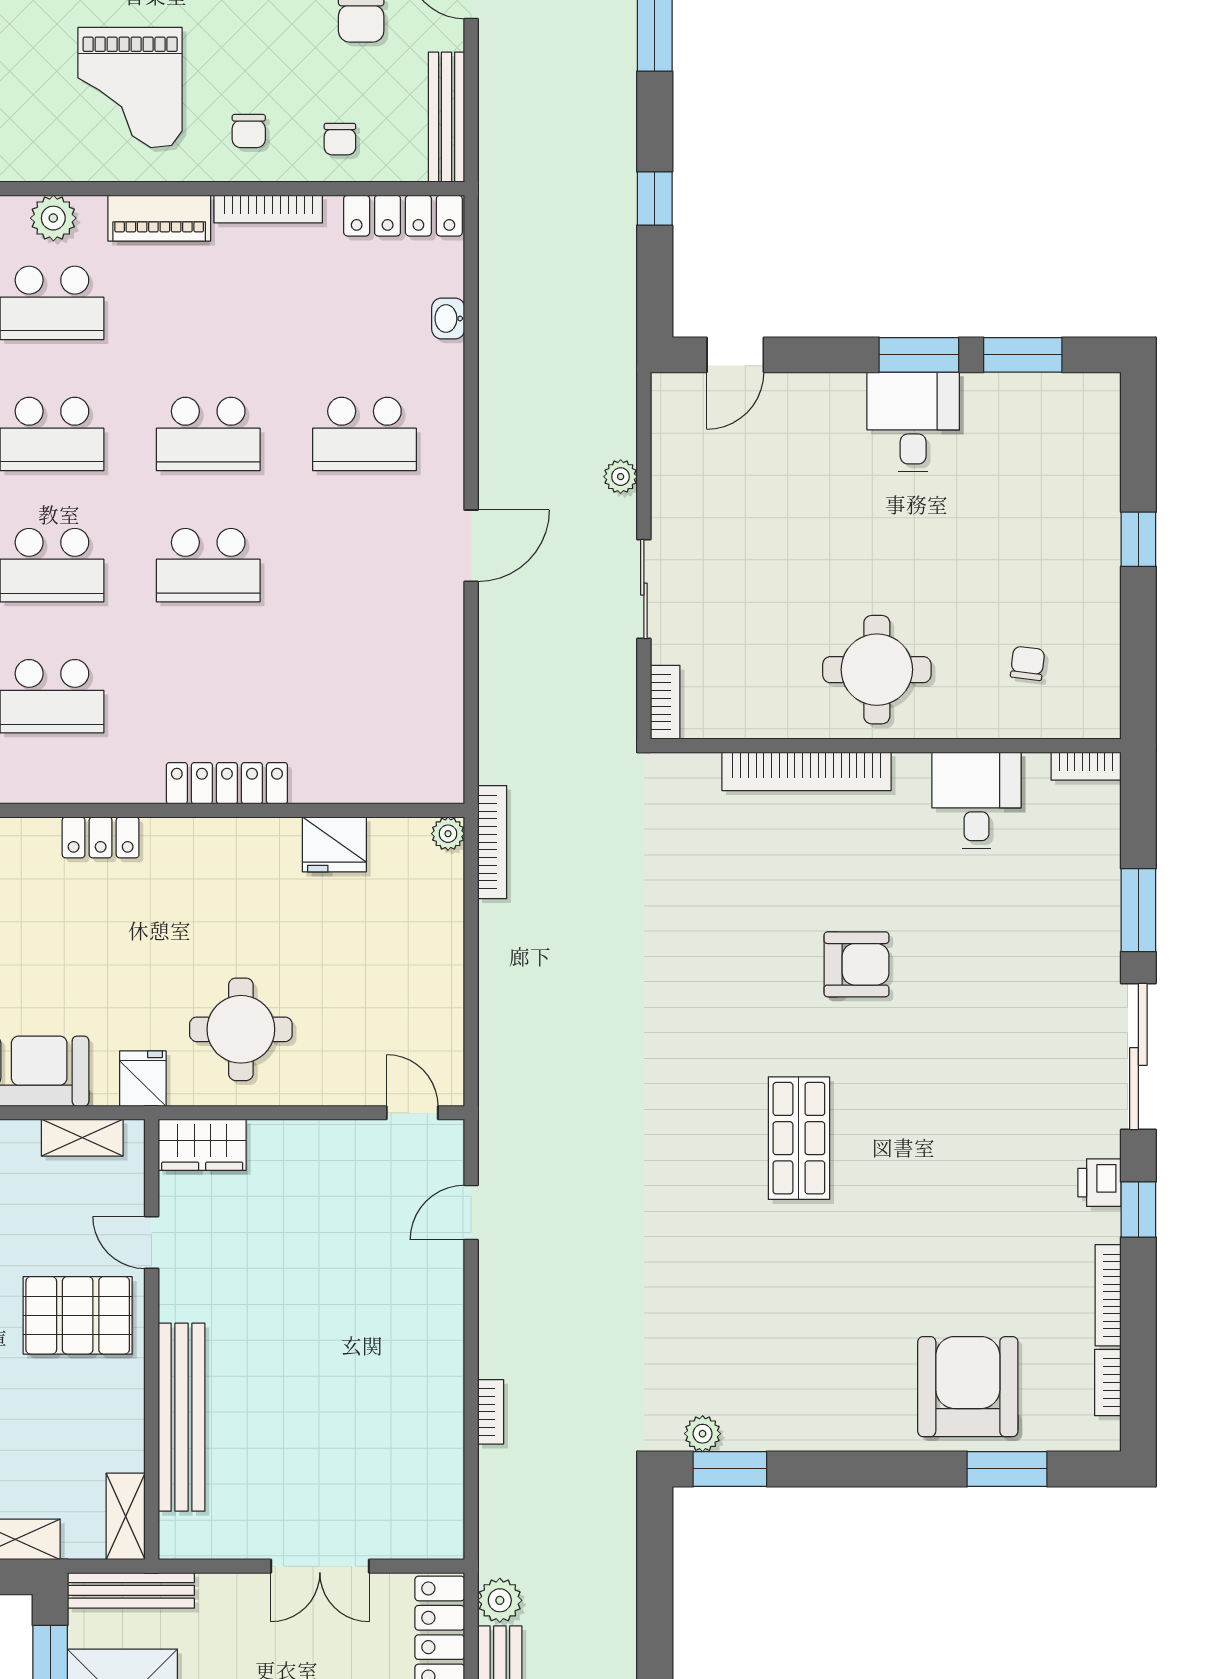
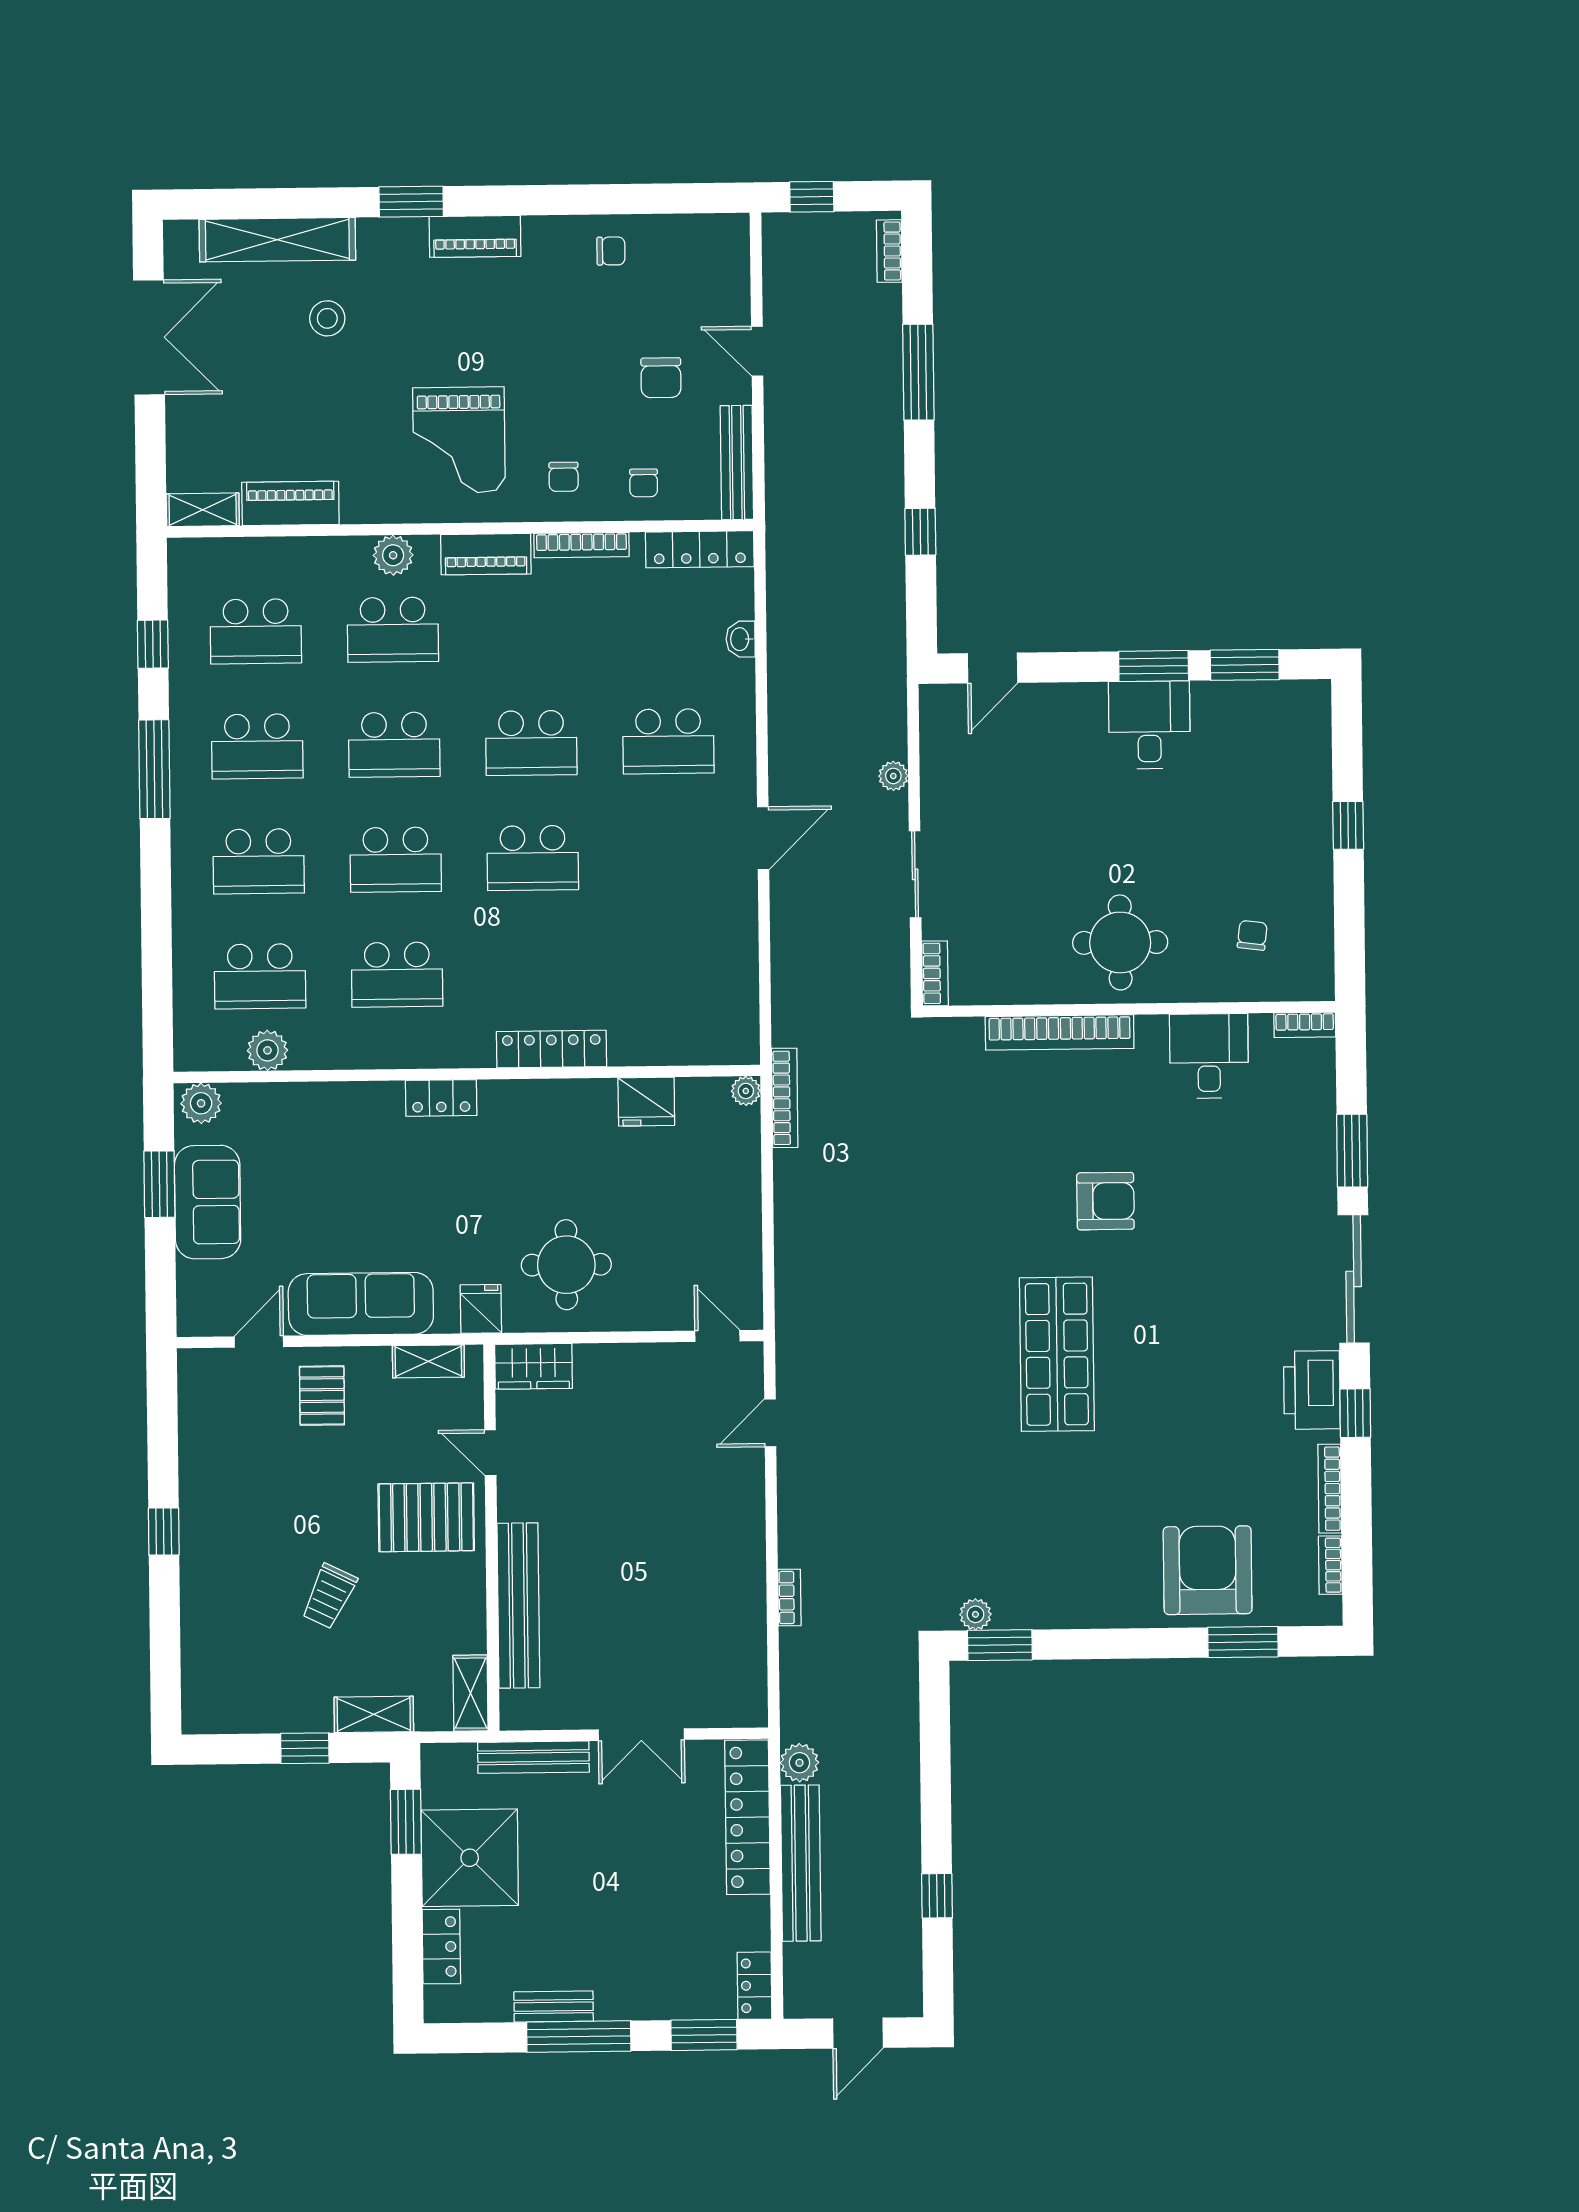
shop shelf: (799, 1138) -> (1057, 1354), width x1.43, depth x1.36
printer: (1100, 1183) -> (1312, 1390), width x1.87, depth x1.48
bench: (131, 1590) -> (533, 1757), moved

